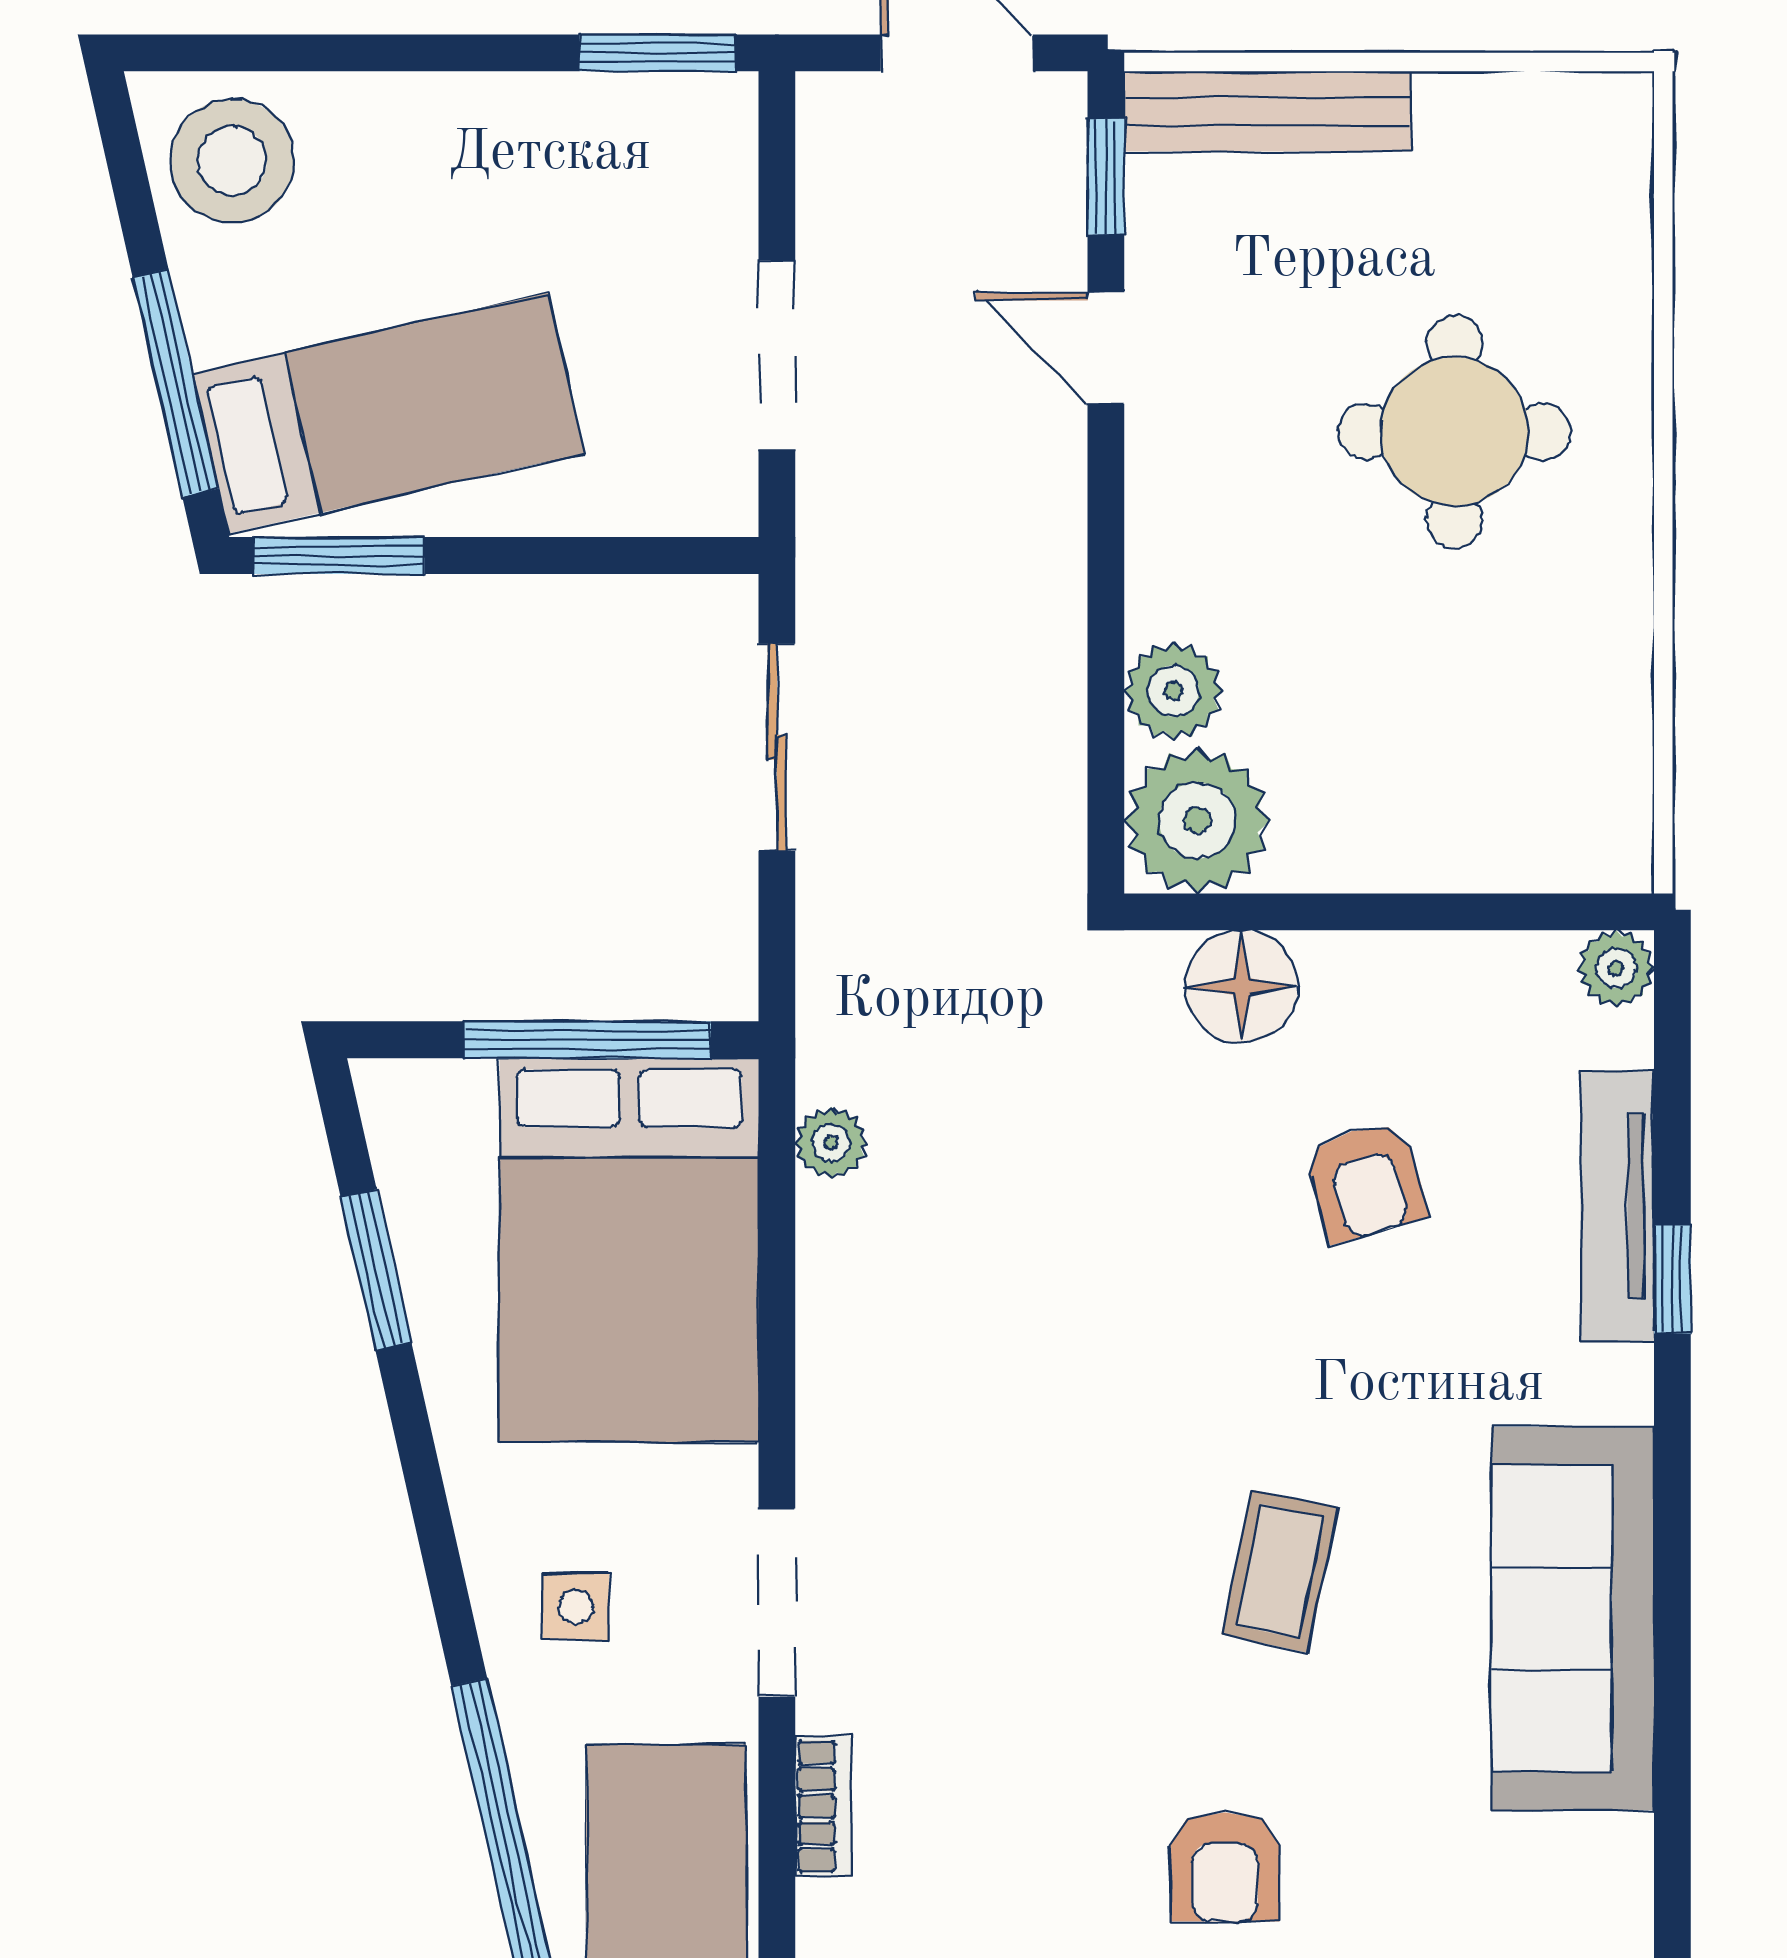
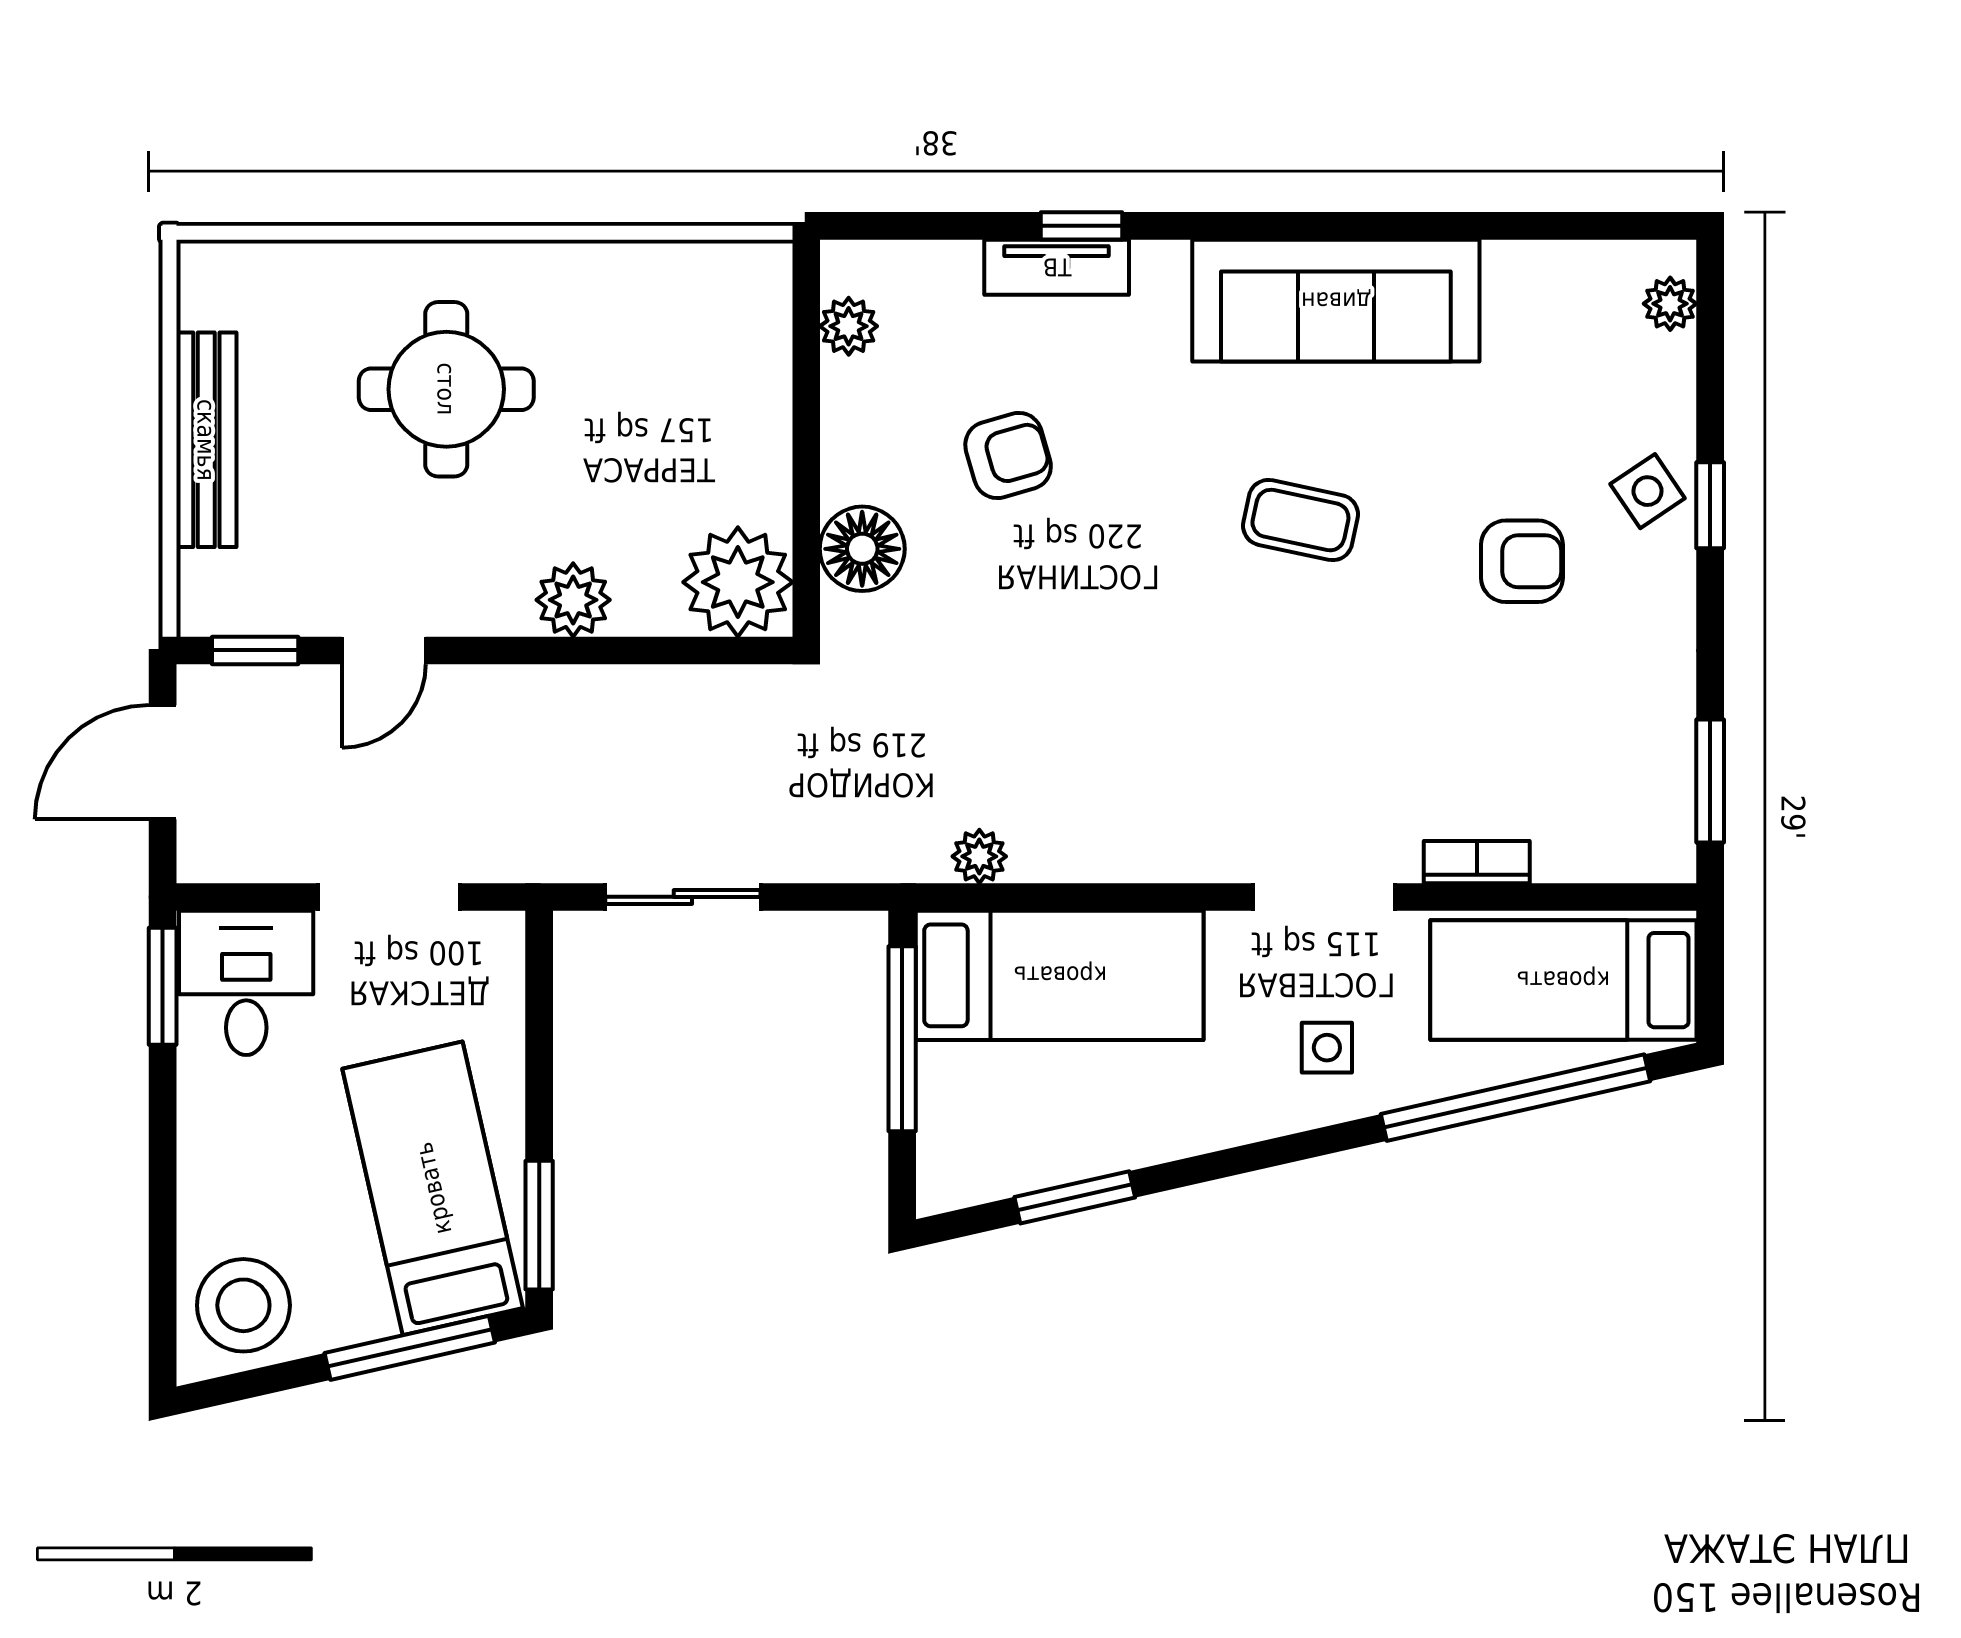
bench: (1267, 111) -> (206, 440), moved
desk: (662, 165) -> (246, 983), added
plant: (1173, 691) -> (573, 600), moved
plant: (1616, 968) -> (849, 326), moved
tv unit: (1617, 1206) -> (1057, 267), width x0.71
bed: (629, 1250) -> (1060, 975), width x0.67

